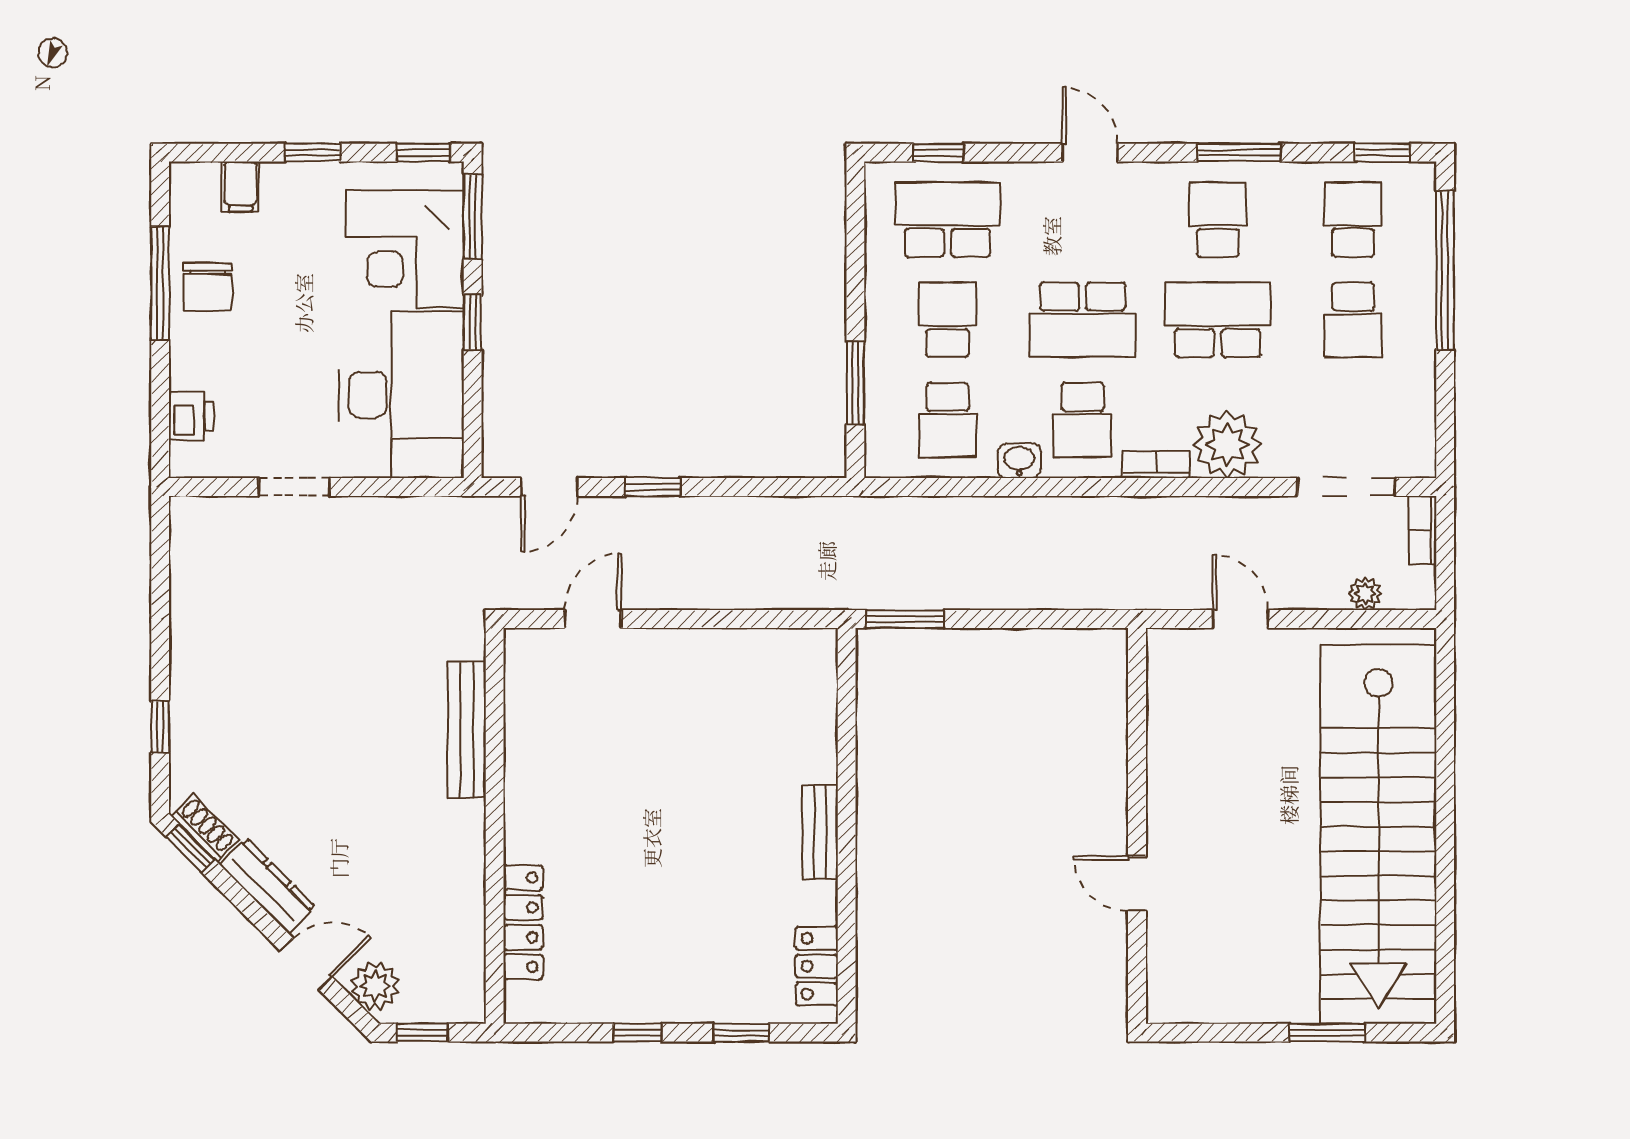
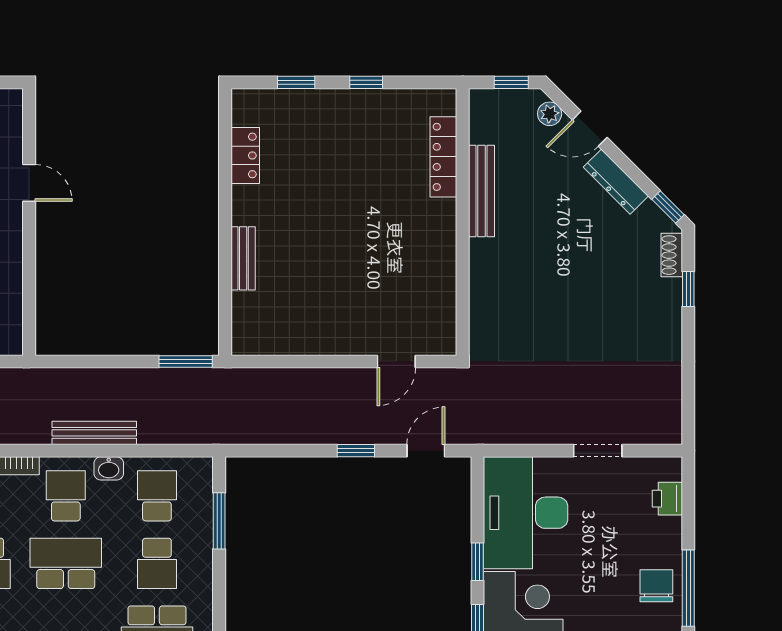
bench: (1040, 513) -> (94, 433), added
bench: (467, 730) -> (481, 191), moved
shoe rack: (205, 828) -> (672, 255), moved, turned 45
bench: (820, 832) -> (243, 258), moved
locker: (817, 966) -> (245, 155), moved
plant: (375, 986) -> (550, 114), width x0.73, depth x0.73

